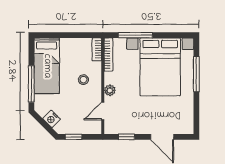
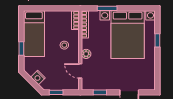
window: (135, 35) -> (107, 8), width x0.69
window: (196, 74) -> (157, 40), width x0.46
window: (31, 84) -> (21, 49), width x0.46
door: (103, 111) -> (80, 71), hinge flipped

